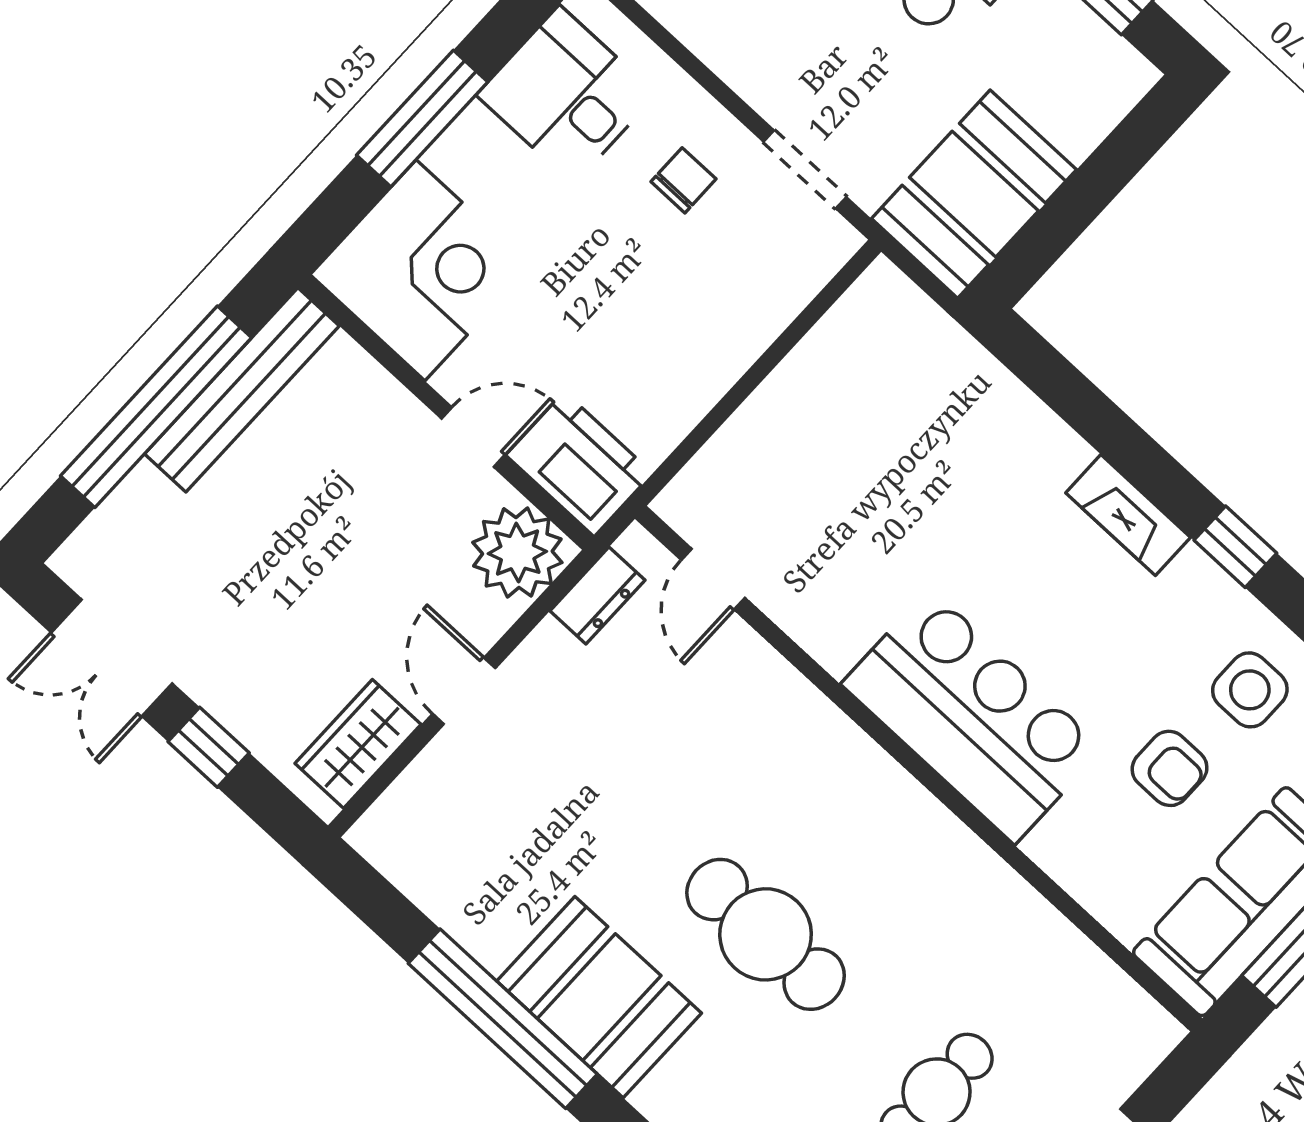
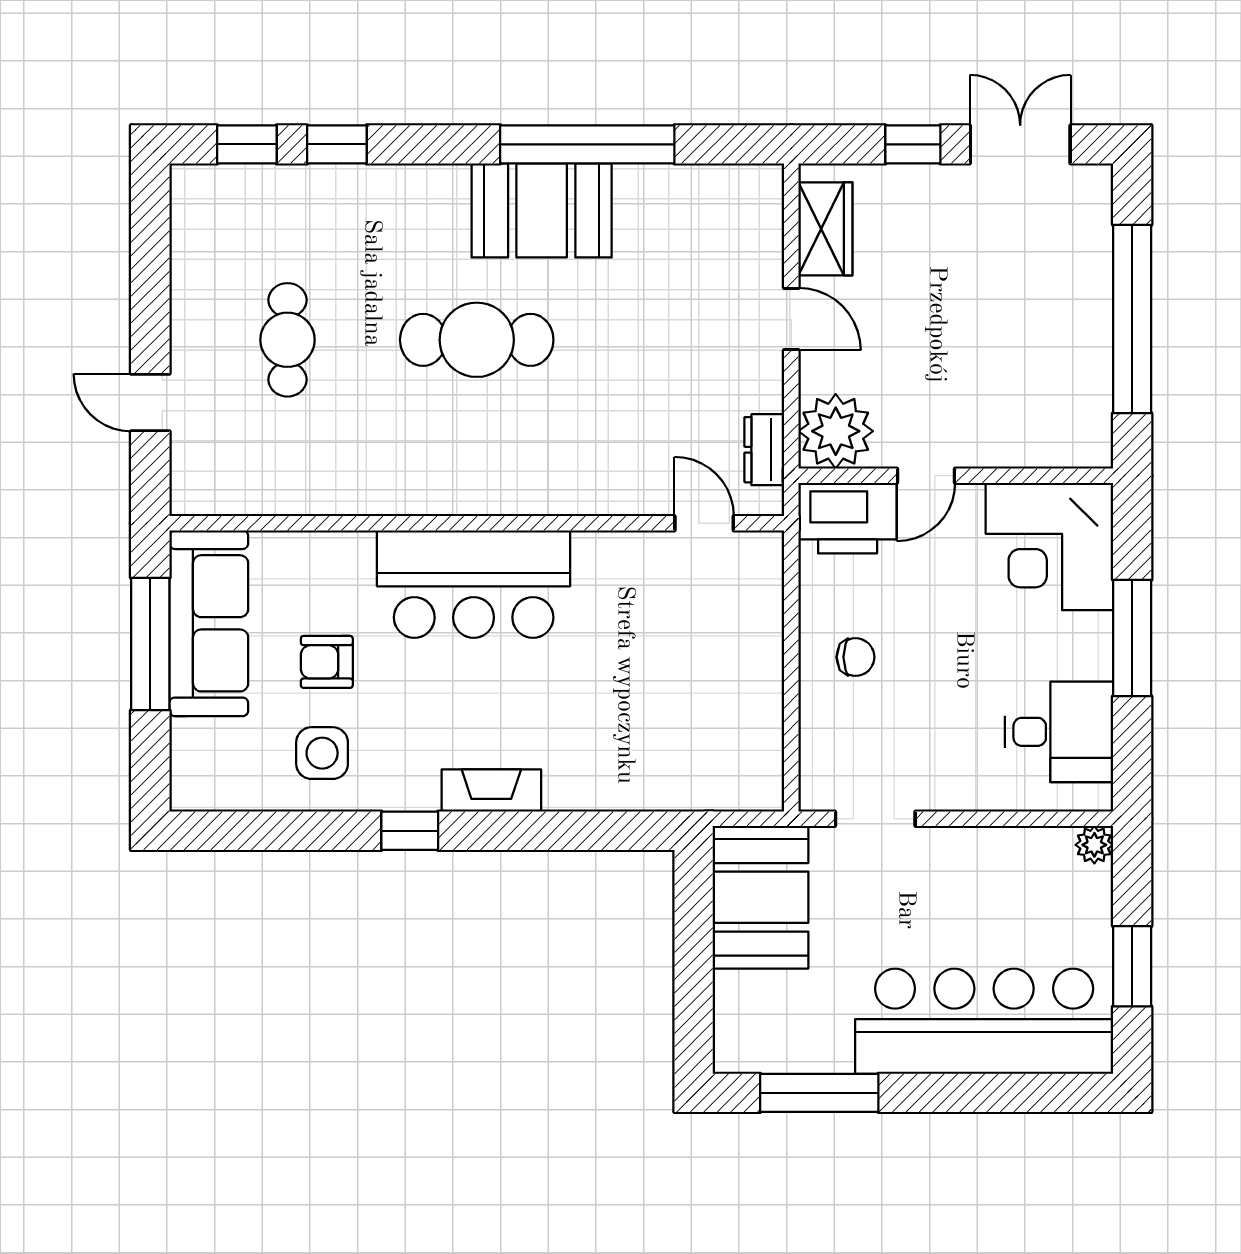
chair: (683, 180) -> (855, 657), moved, turned -90
bench: (242, 390) -> (1090, 376), removed

